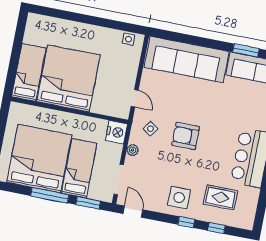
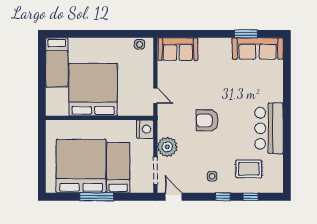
sofa: (187, 59) -> (178, 49), width x0.54, depth x0.79
bed: (29, 72) -> (57, 62), moved, turned 180
side table: (150, 129) -> (175, 120), removed
plant: (133, 150) -> (167, 147), width x1.87, depth x1.87
side table: (179, 198) -> (212, 176), width x0.54, depth x0.54
window: (88, 203) -> (132, 197), removed

